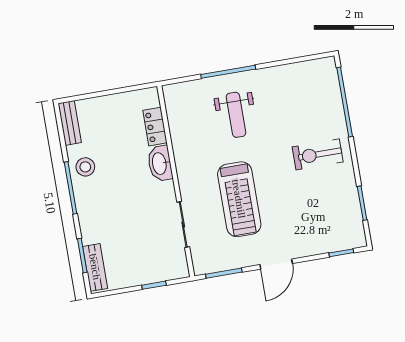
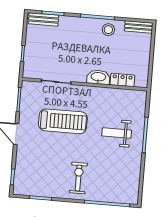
treadmill: (239, 199) -> (63, 121), turned 180

